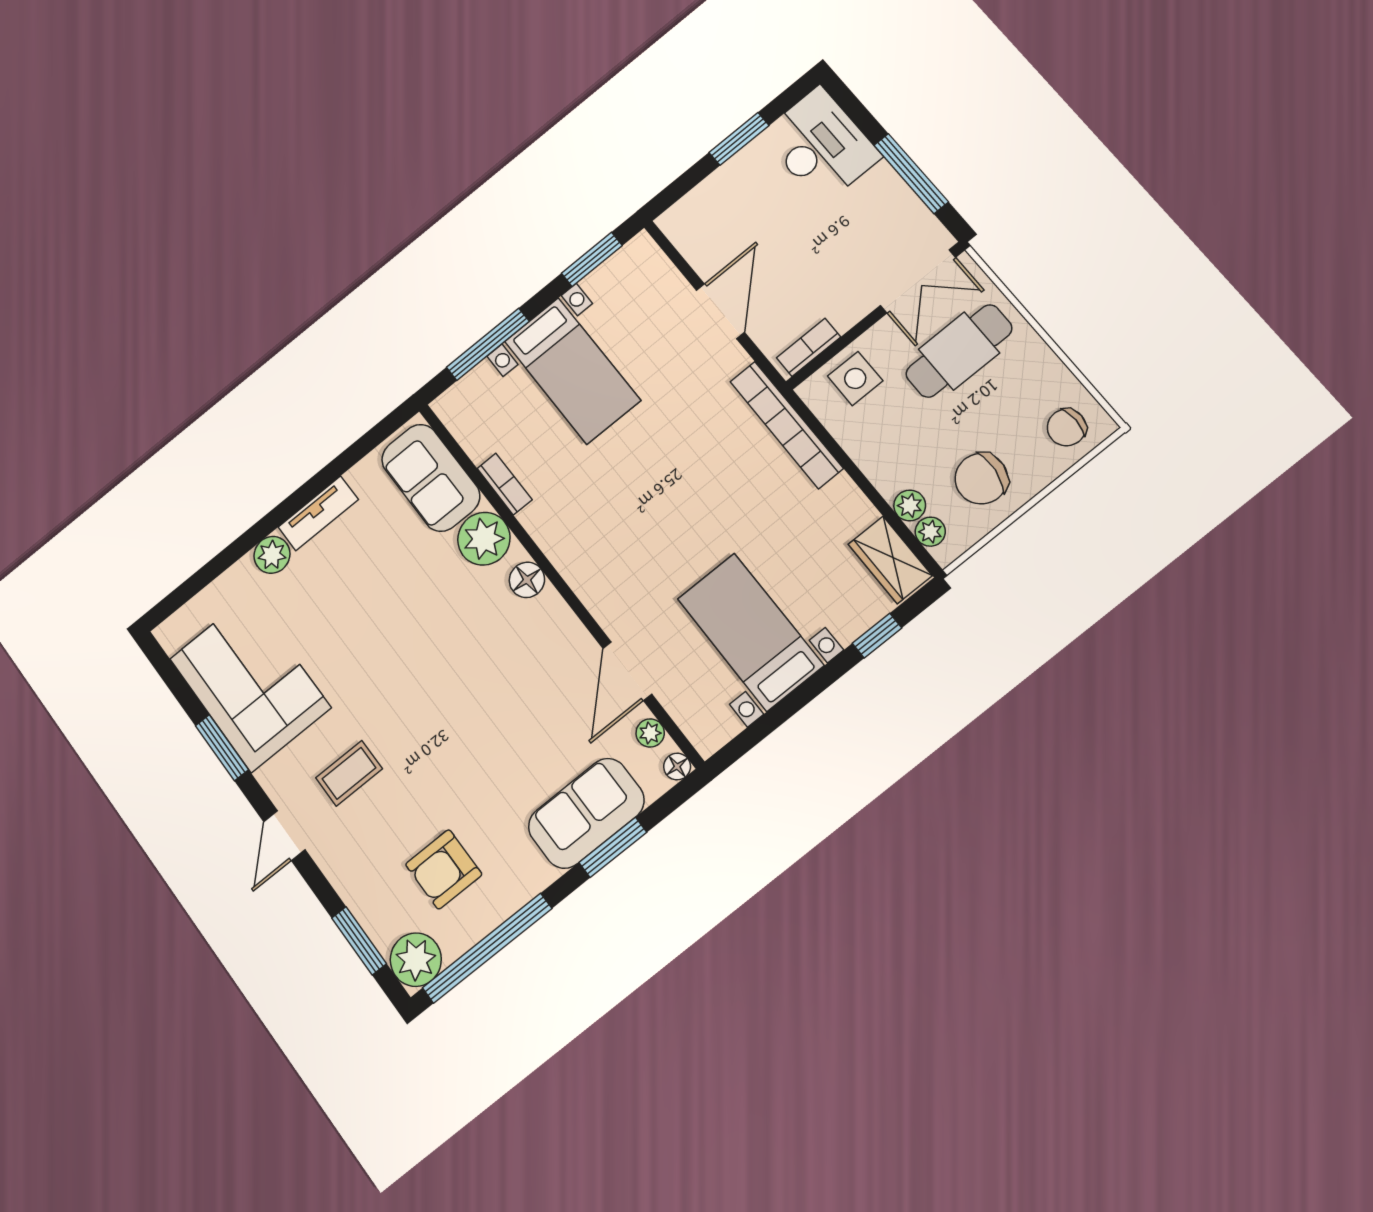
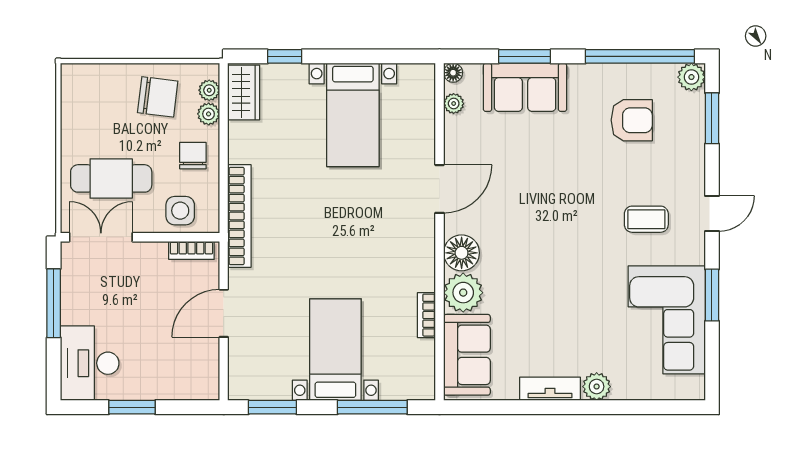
chair: (1067, 427) -> (193, 156), moved, turned -90
floor lamp: (527, 580) -> (462, 253), width x1.38, depth x1.38
door: (627, 671) -> (440, 189), moved
plant: (416, 960) -> (691, 77), width x0.73, depth x0.73

